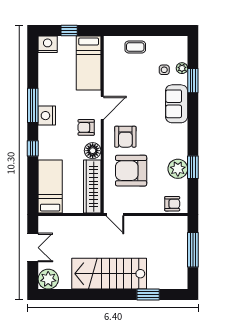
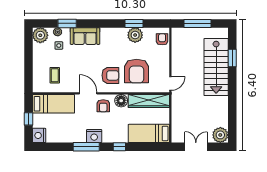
plant: (177, 46) -> (40, 35), added
coffee table: (135, 47) -> (55, 75), moved
stairs: (109, 274) -> (216, 67), moved

